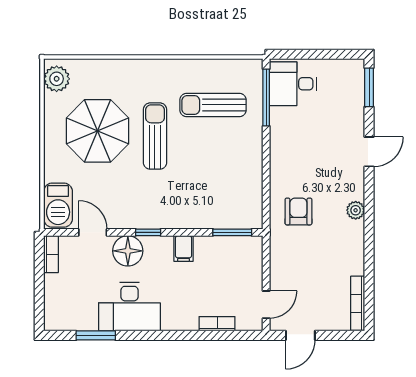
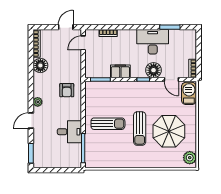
desk: (293, 84) -> (69, 132), moved
sun lounger: (213, 105) -> (108, 124), moved
plant: (356, 210) -> (38, 102), moved
filing cabinet: (183, 249) -> (120, 71), width x2.00
floor lamp: (350, 260) -> (40, 65), added

